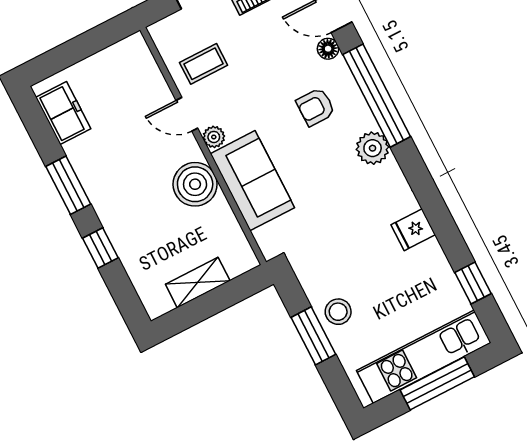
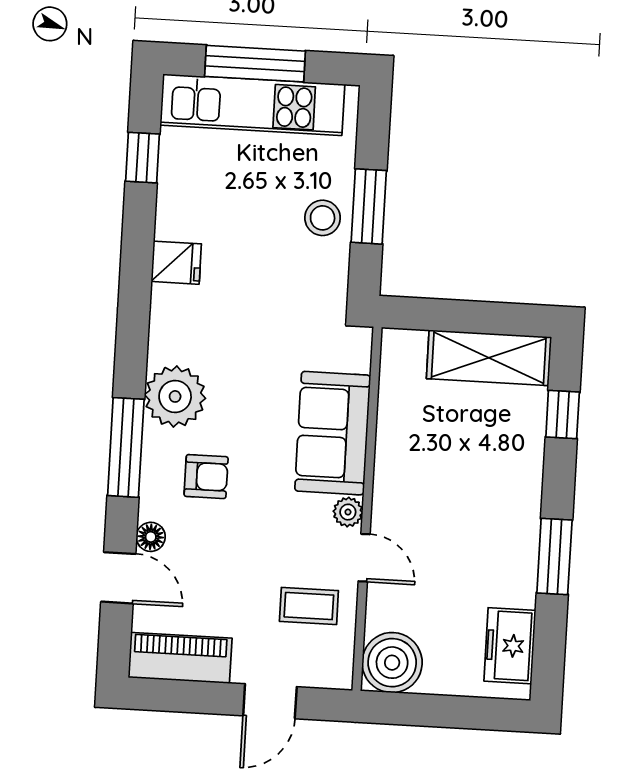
window: (377, 96) -> (126, 447), width x0.68
plant: (373, 148) -> (175, 396), width x1.36, depth x1.36
boiler: (195, 184) -> (392, 663), moved
window: (100, 248) -> (563, 415), moved
shelving: (198, 283) -> (489, 358), width x1.50, depth x1.33

